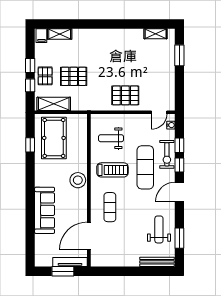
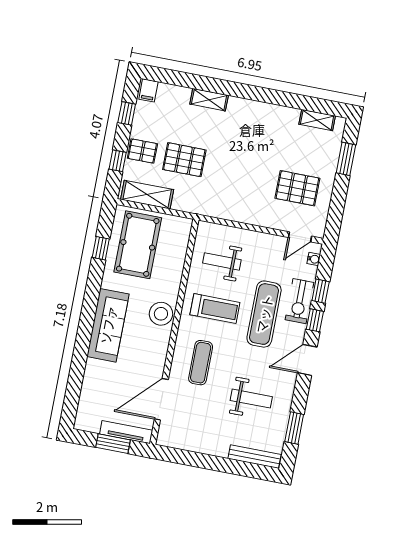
shelving: (60, 34) -> (209, 100), moved
window: (30, 65) -> (127, 113), moved
pallet: (45, 76) -> (142, 151), turned 90
pallet: (125, 95) -> (297, 188), moved
sofa: (45, 210) -> (108, 325), moved
weight bench: (159, 229) -> (251, 399), moved, turned 90

